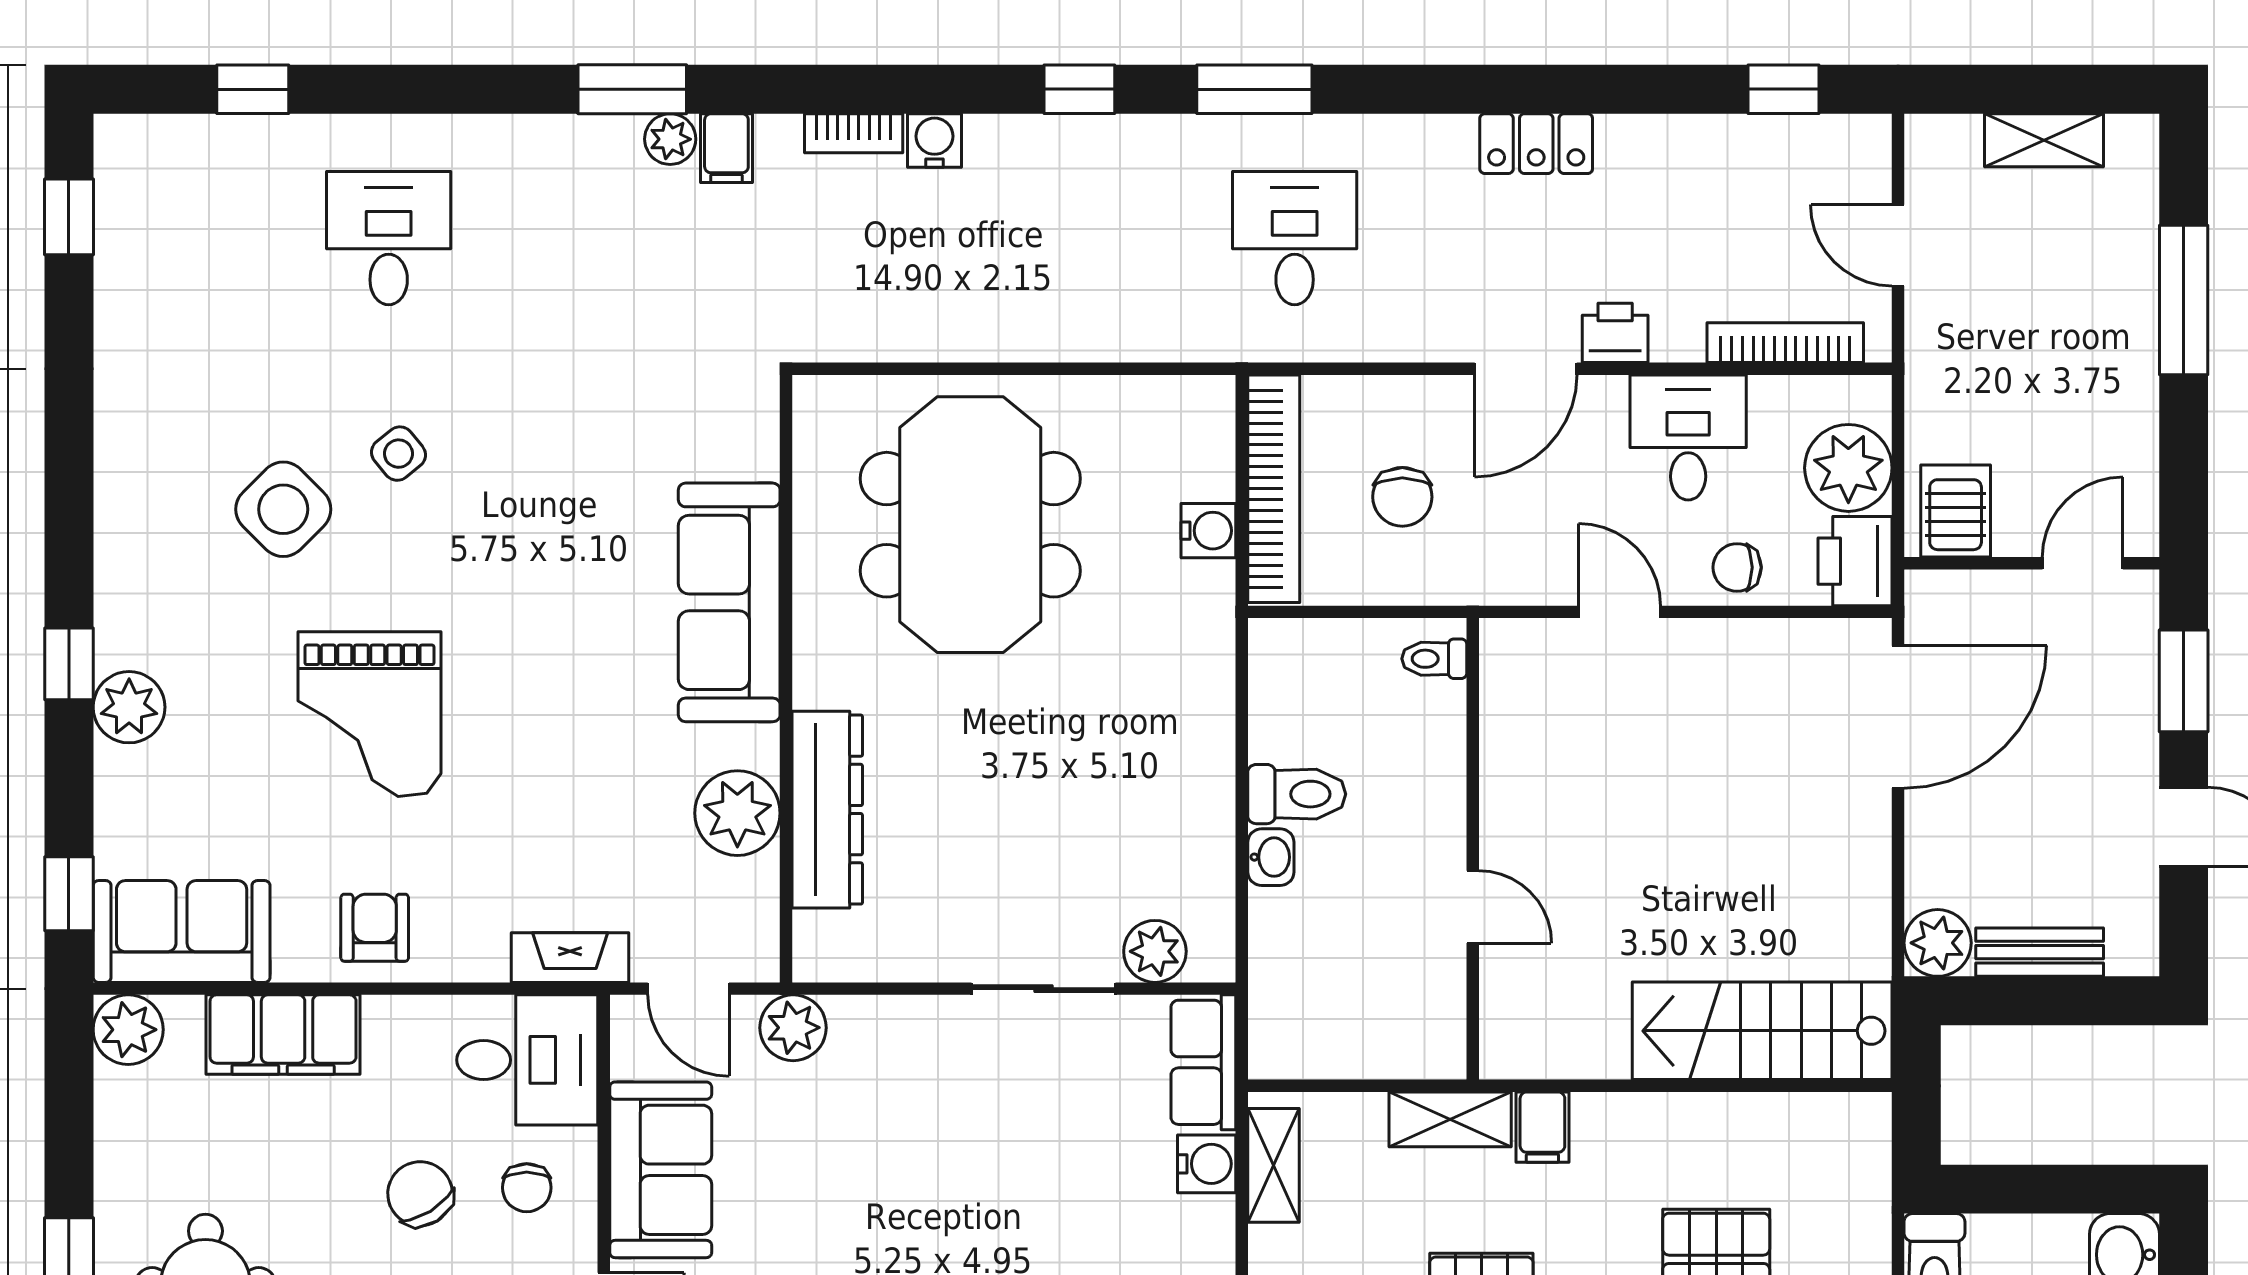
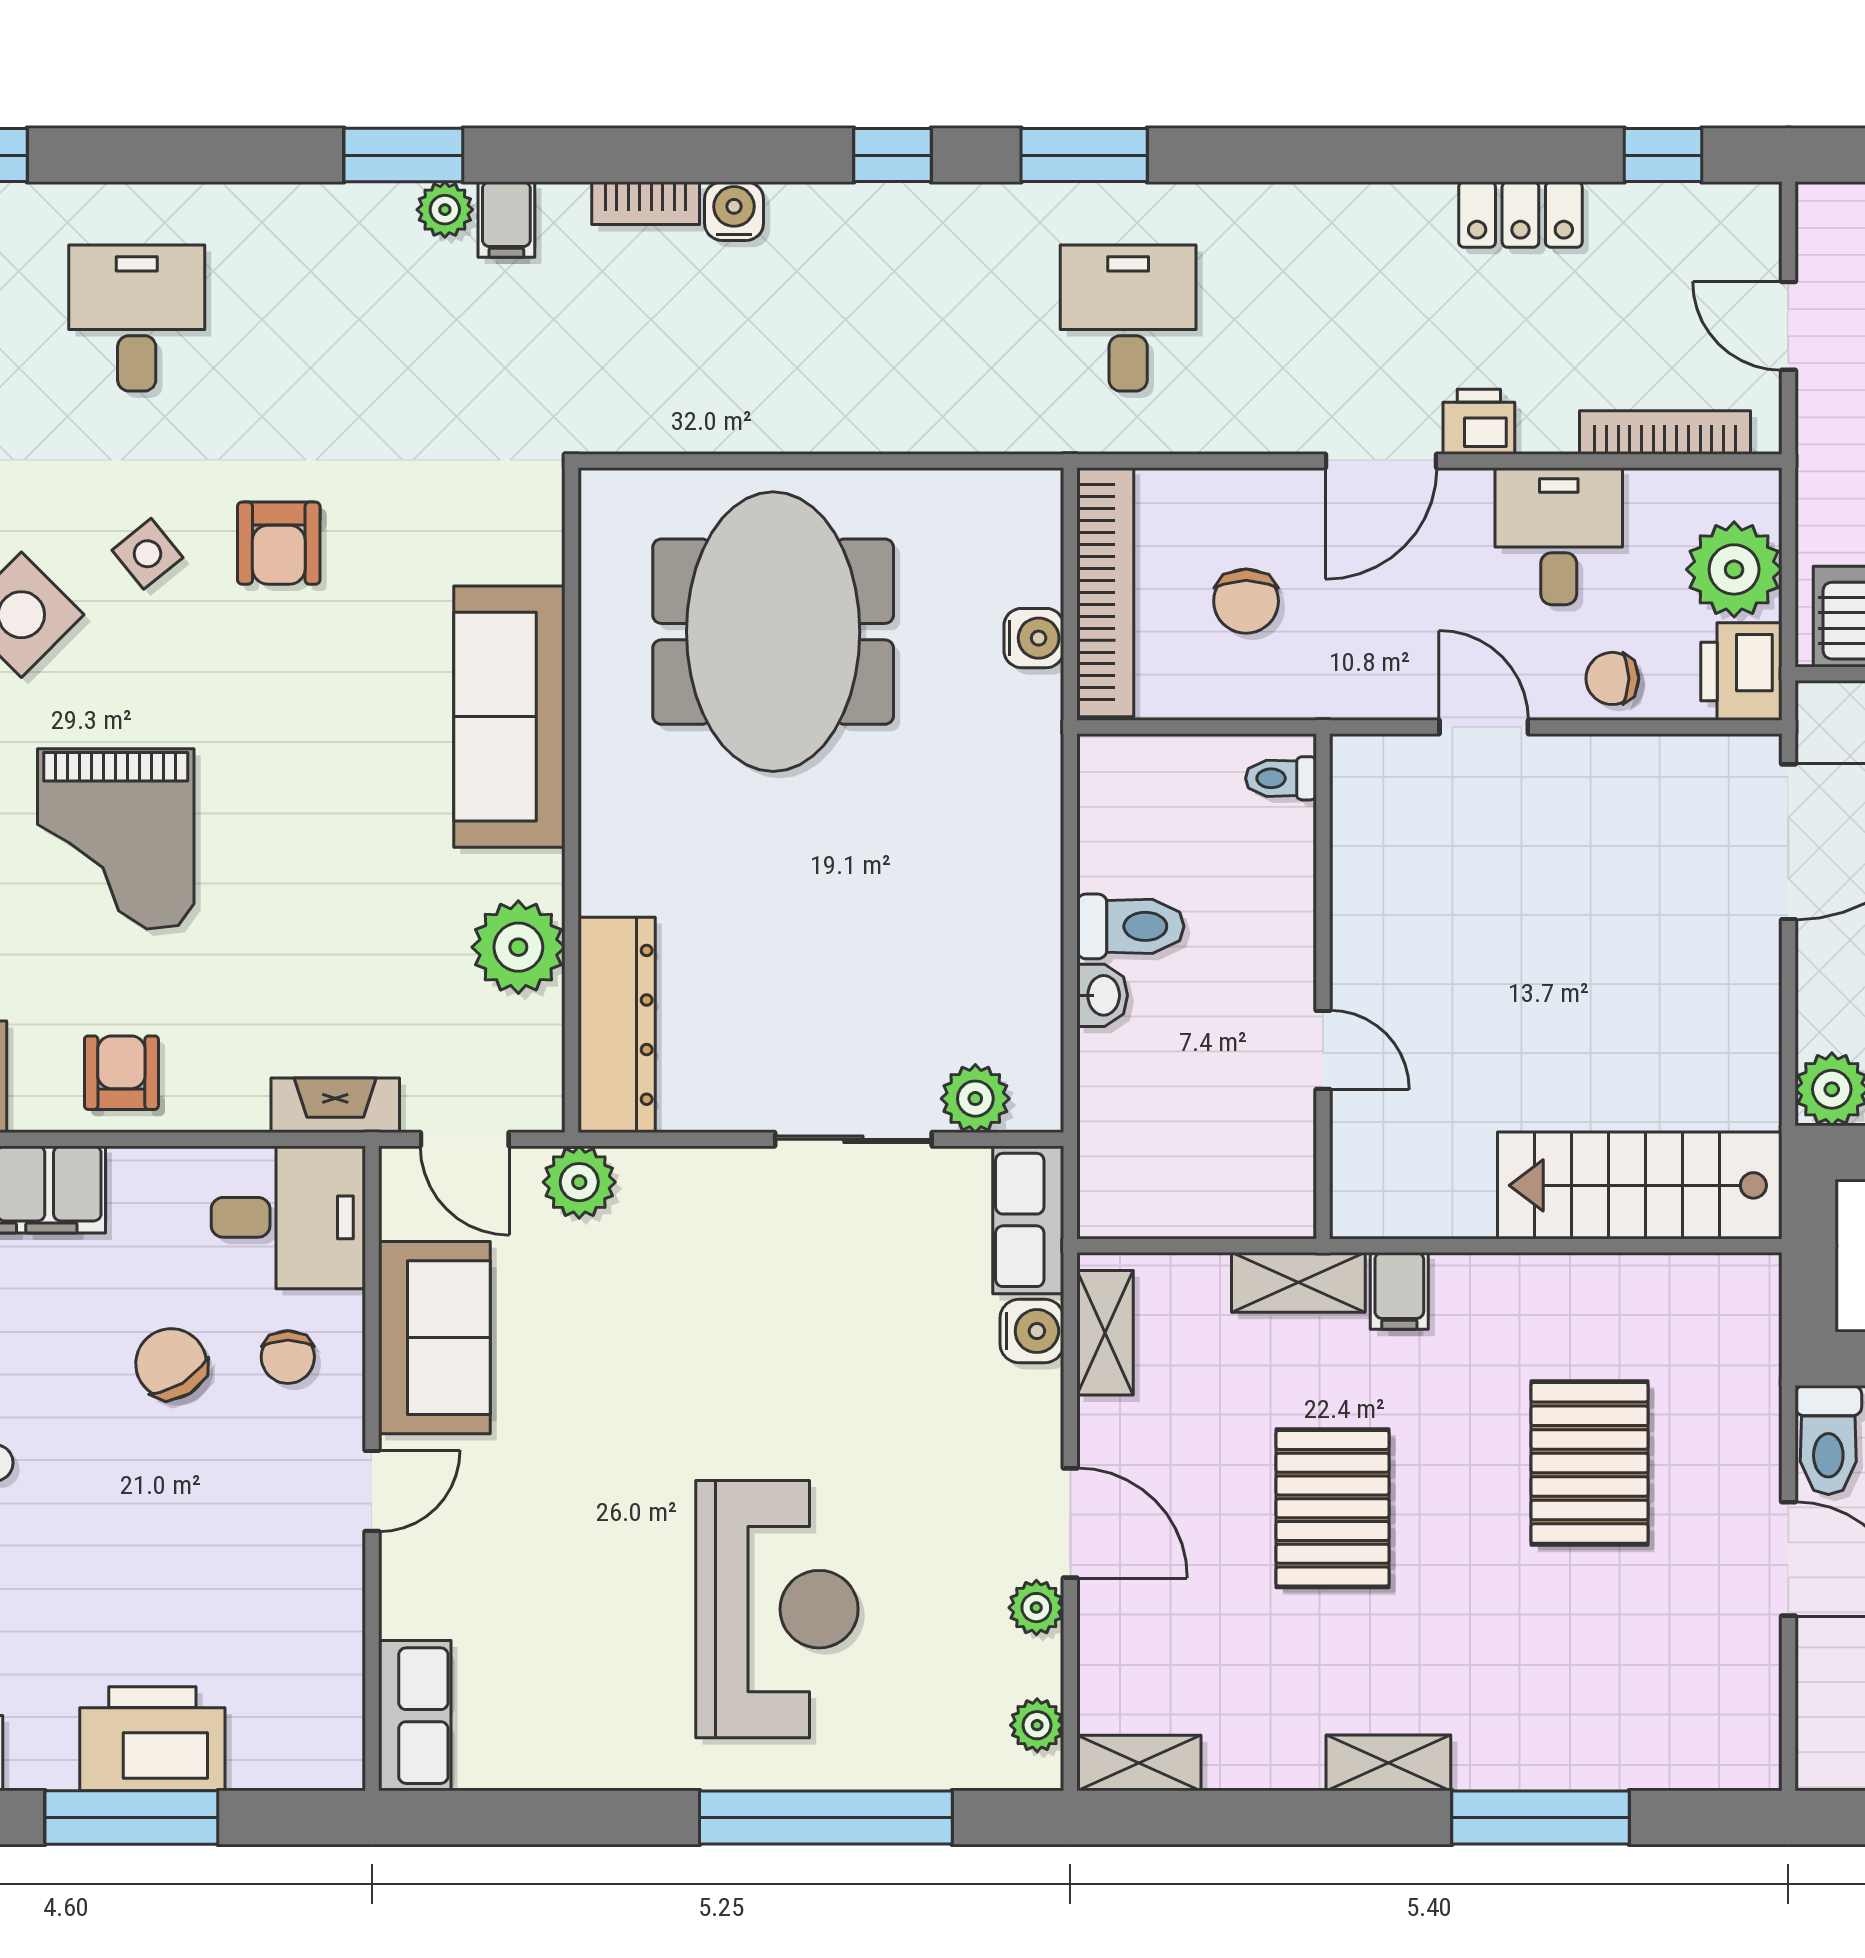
locker: (1536, 144) -> (1520, 215), moved
armchair: (518, 444) -> (279, 543), added
dresser: (827, 810) -> (617, 1025), moved

